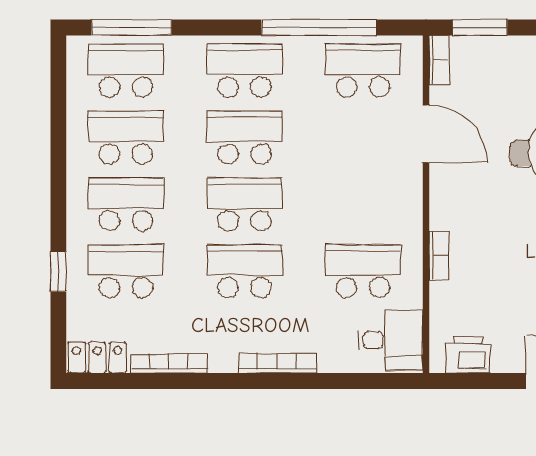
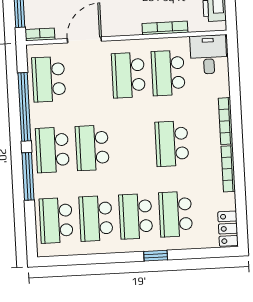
window: (132, 28) -> (28, 176), moved
school desk: (245, 204) -> (128, 75), moved
bookcase: (439, 256) -> (165, 28), width x1.56
window: (58, 271) -> (156, 256), moved
bookcase: (169, 363) -> (228, 169), moved

